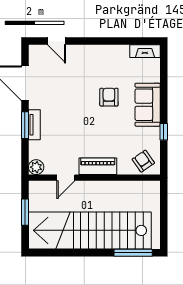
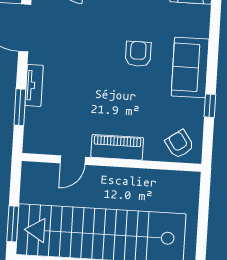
window: (25, 125) -> (20, 107), moved
plant: (36, 167) -> (33, 143), removed
window: (25, 212) -> (13, 224), moved

